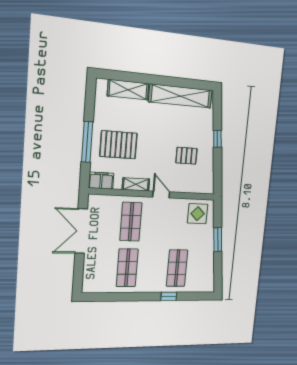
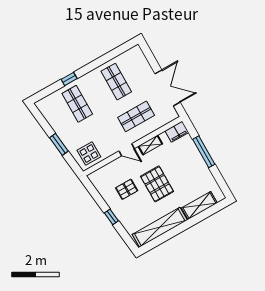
pallet: (118, 145) -> (157, 184), moved, turned 90
shop shelf: (131, 222) -> (136, 116), turned 90

